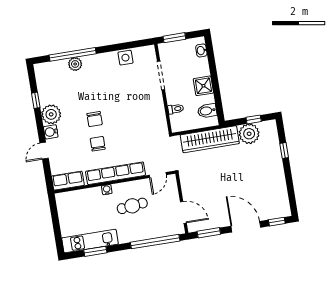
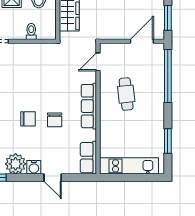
chair: (98, 144) -> (55, 120), turned -90
row of seats: (116, 173) -> (89, 106), width x0.73
door: (158, 175) -> (98, 62), swing flipped
water cooler: (107, 190) -> (105, 118), removed
kitchen unit: (90, 241) -> (129, 166), moved, turned 90

